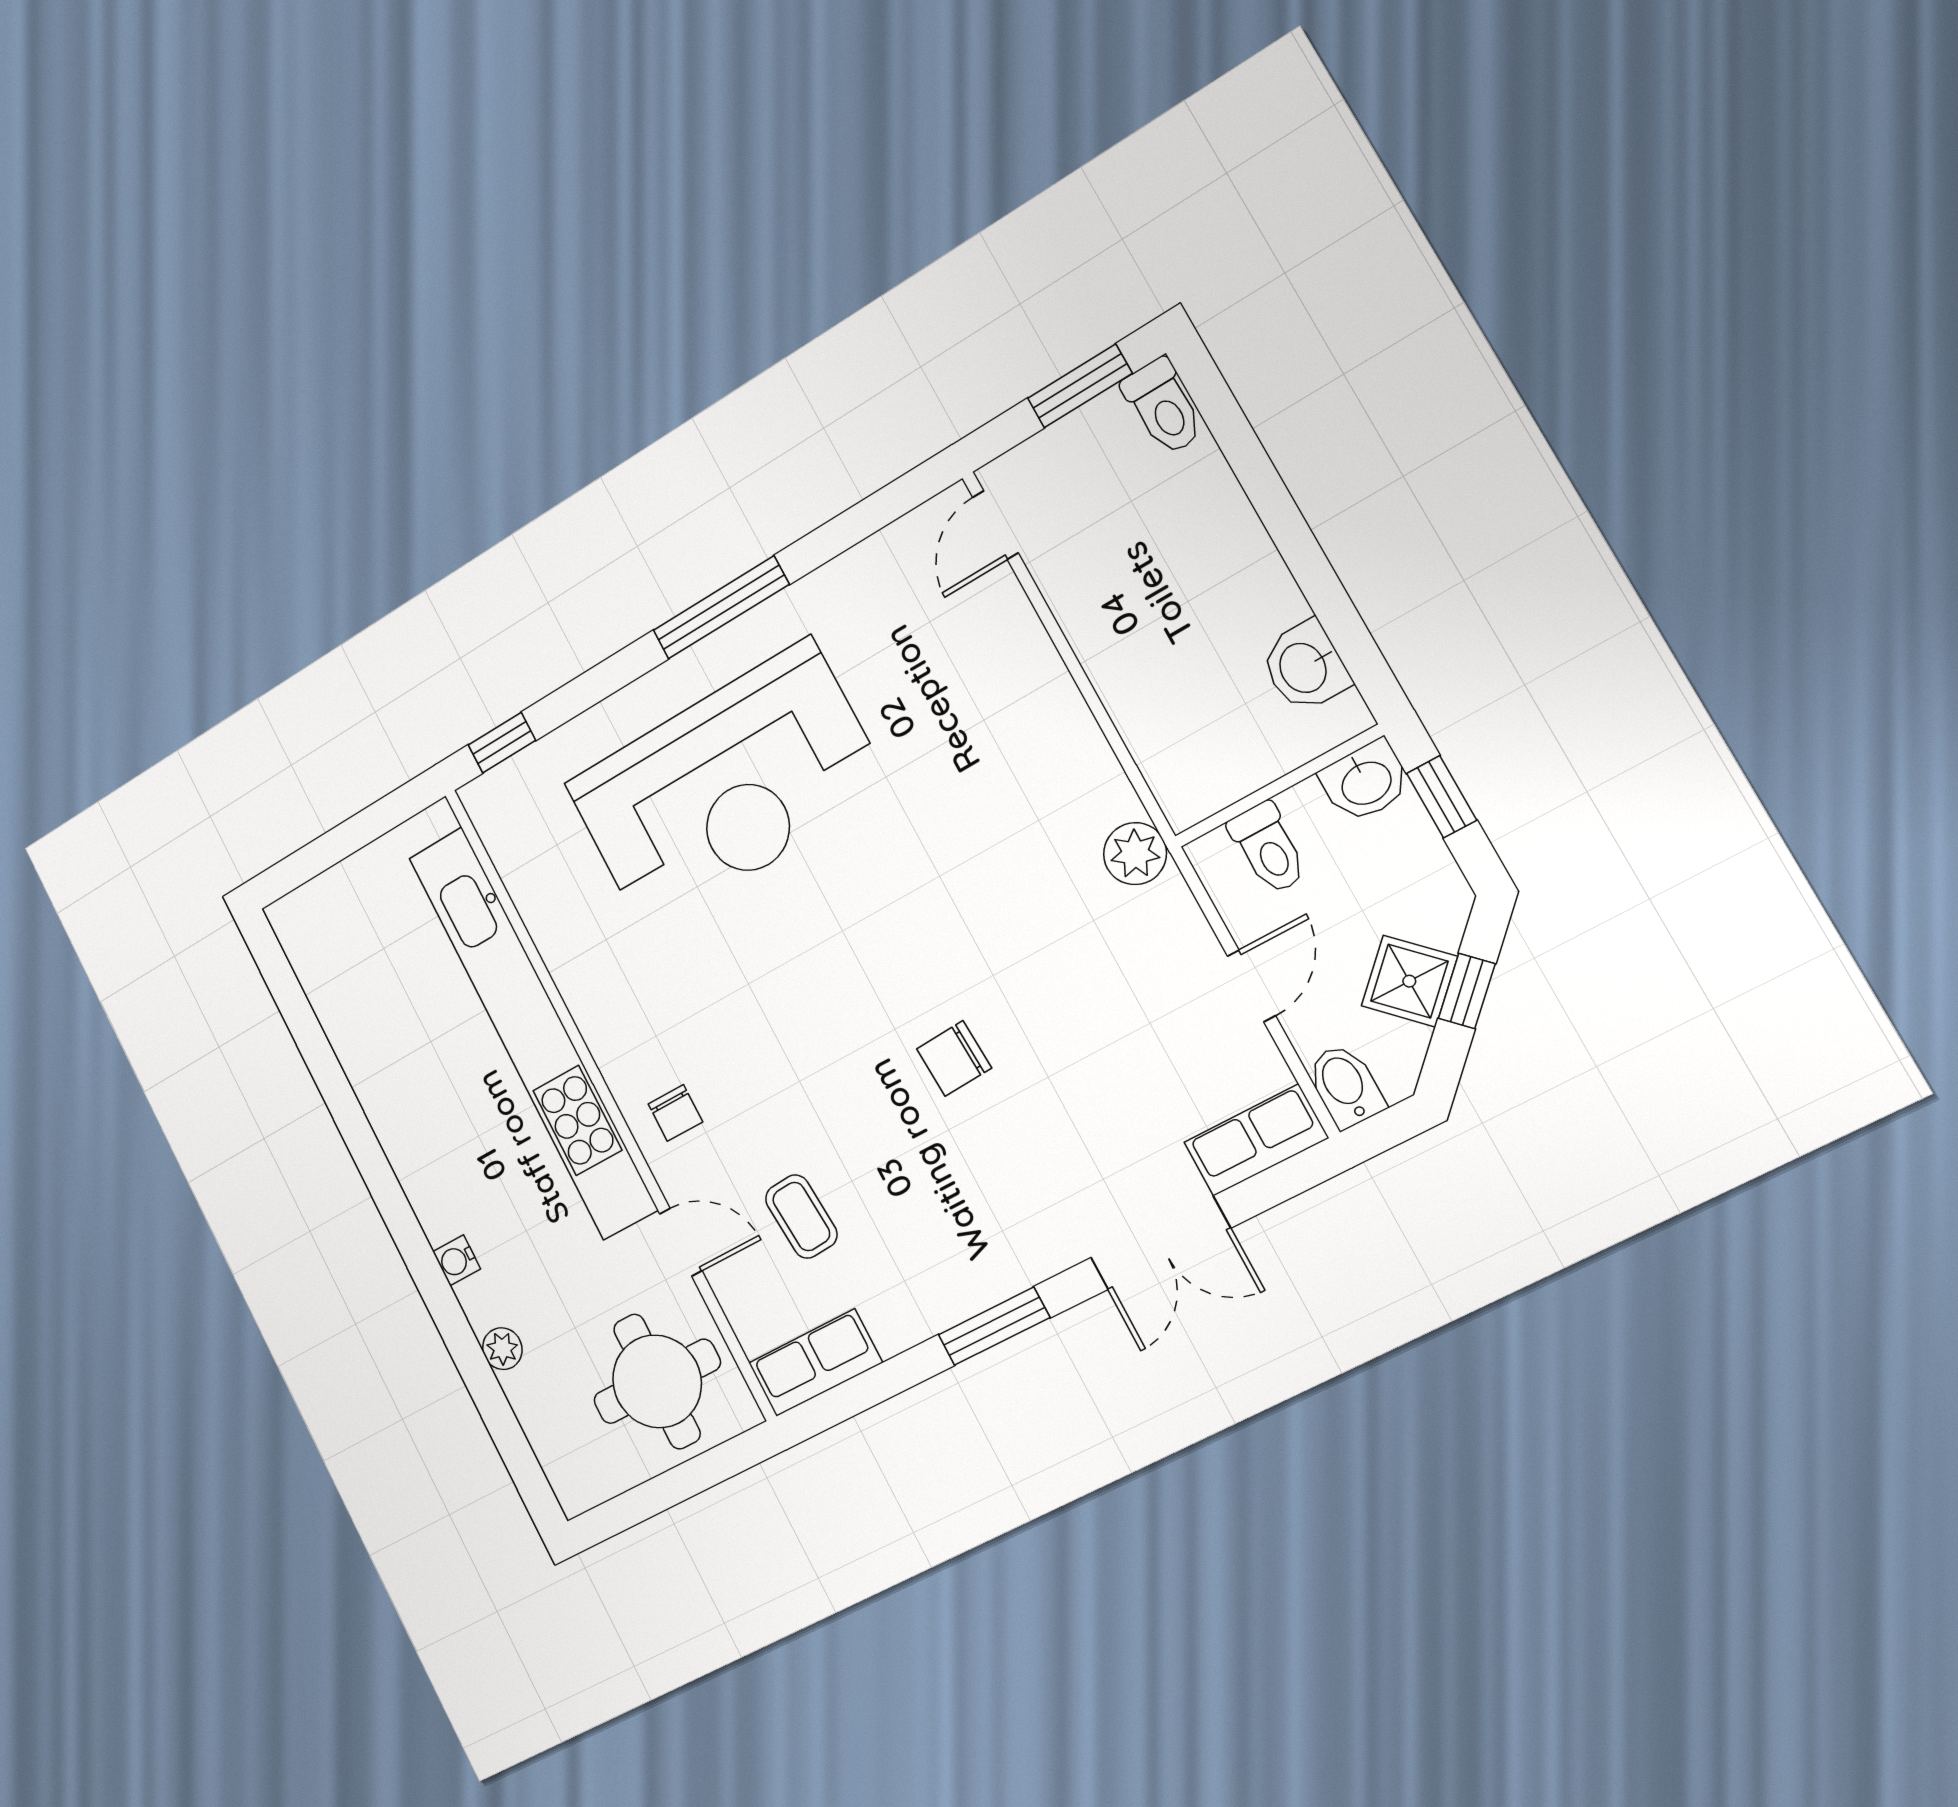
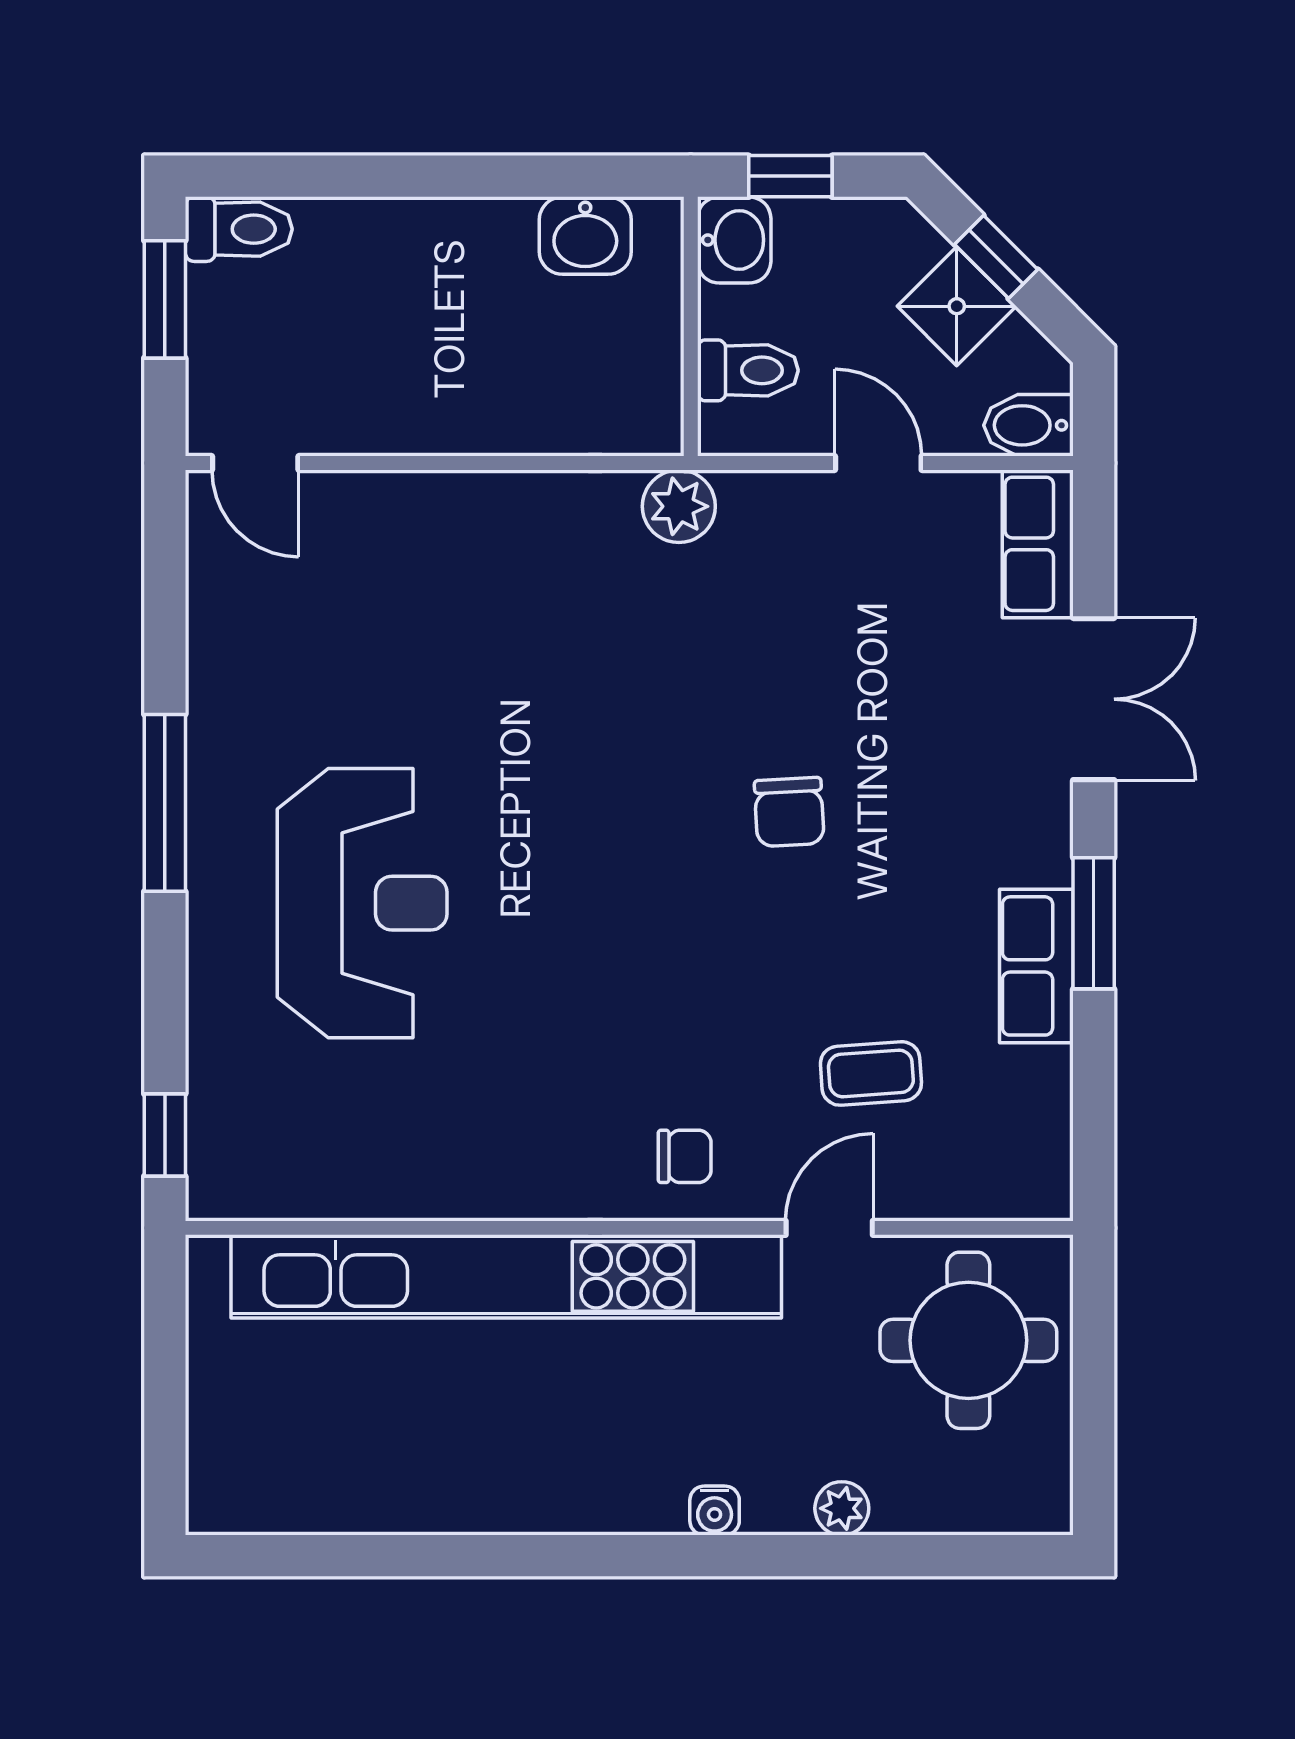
reception desk: (726, 787) -> (362, 903), width x0.74, depth x0.77
row of seats: (815, 1363) -> (1036, 966), moved

